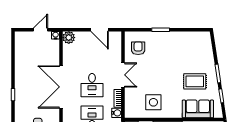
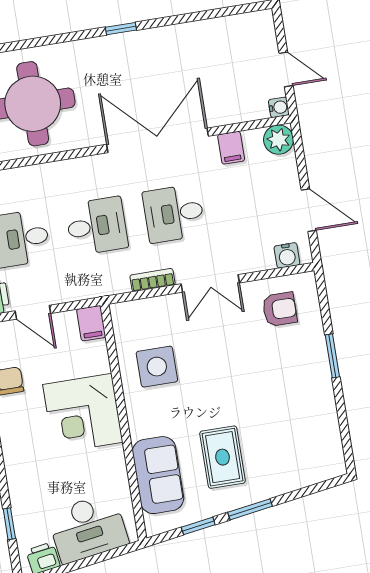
door: (100, 30) -> (309, 210), swing flipped
filing cabinet: (69, 57) -> (231, 148), added
water cooler: (117, 113) -> (287, 255), moved

